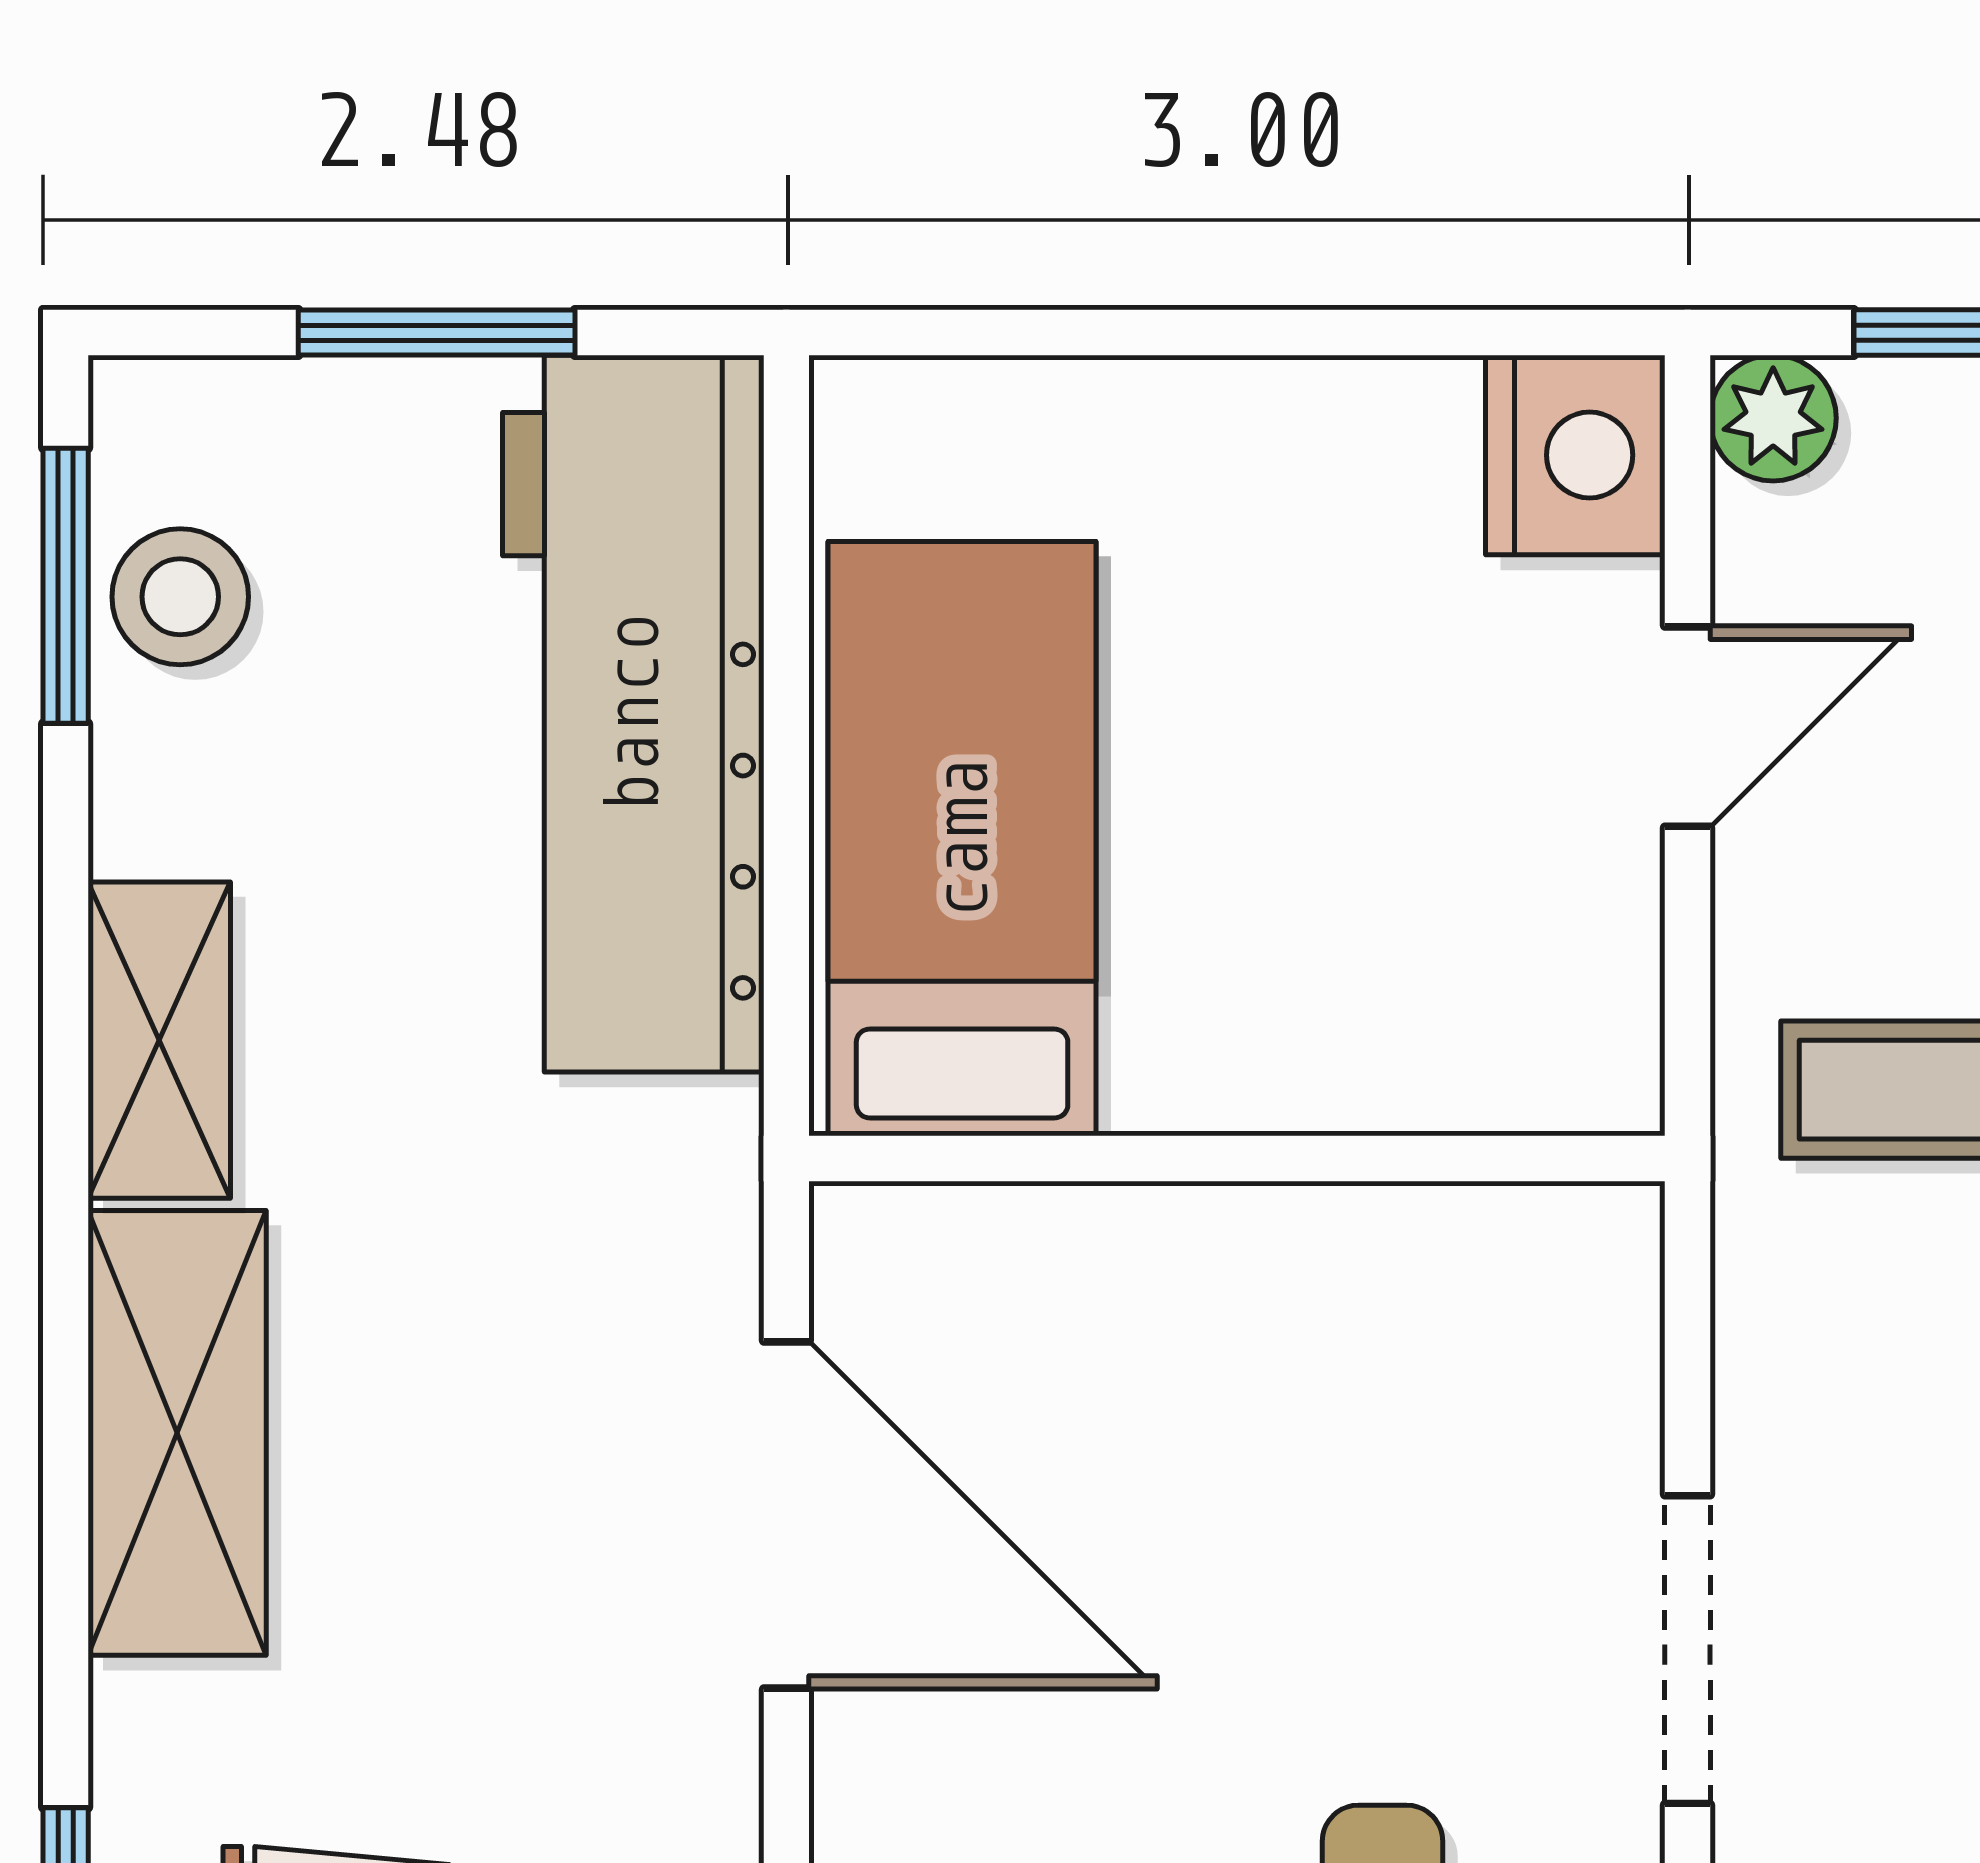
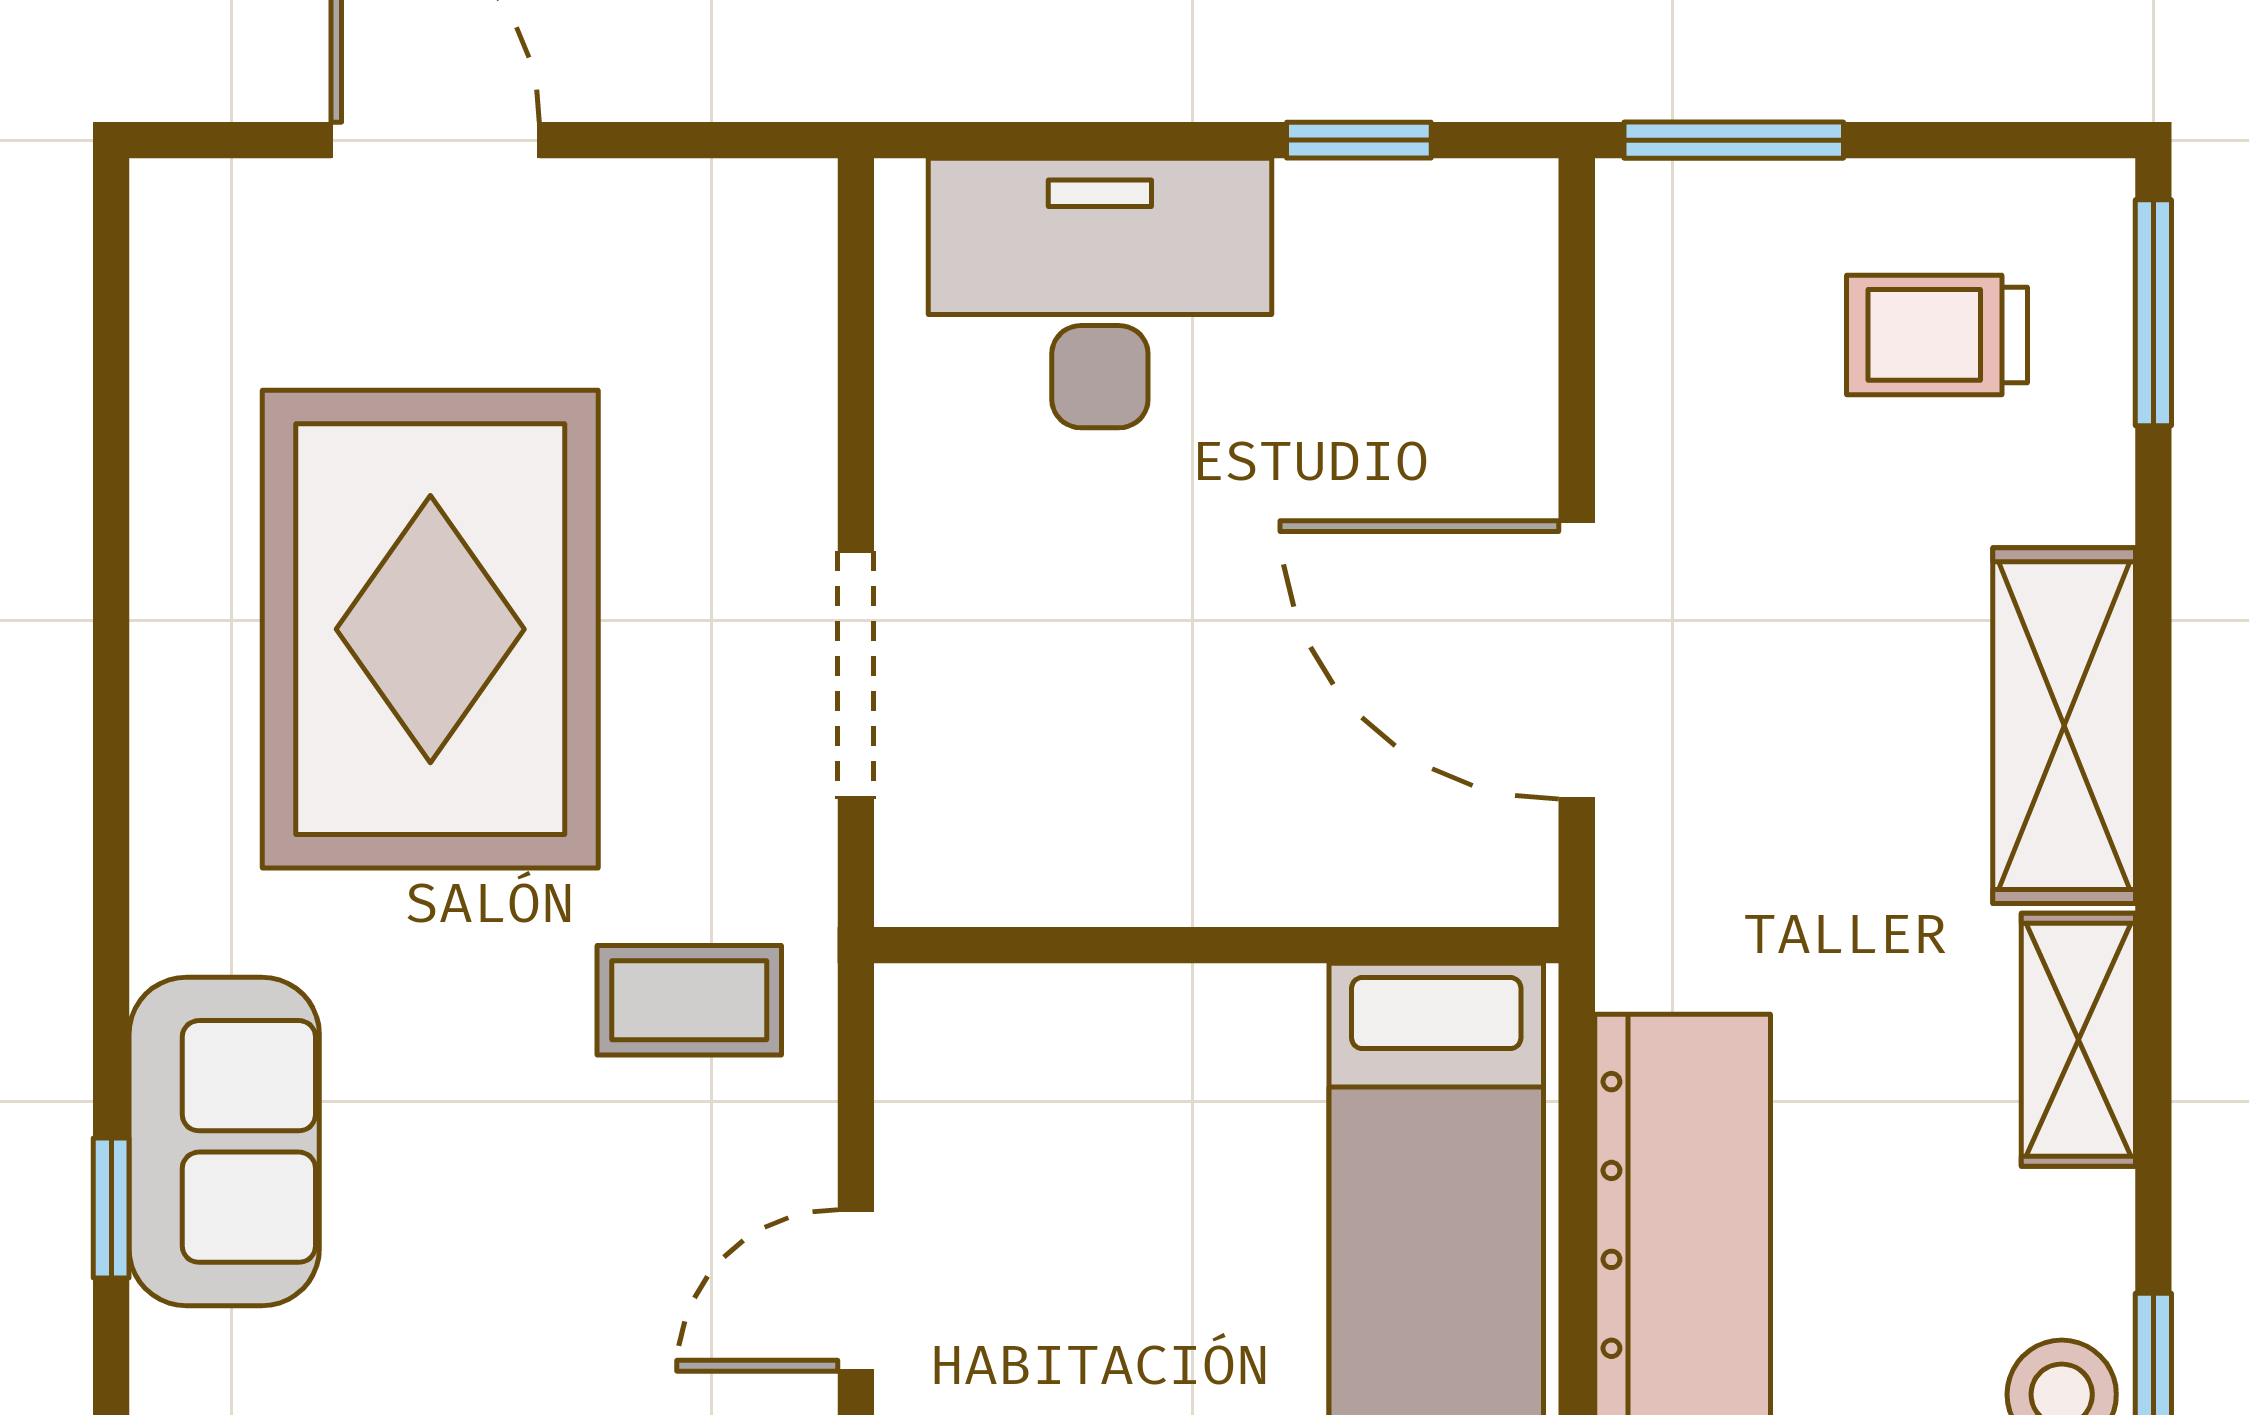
doorway: (1688, 1650) -> (856, 675), moved

